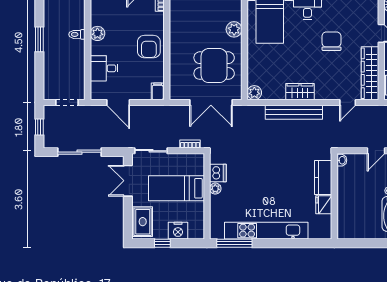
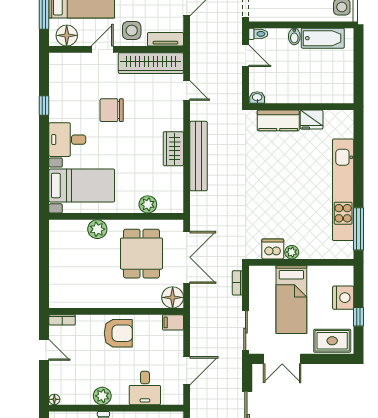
floor lamp: (178, 91) -> (173, 297), added
plant: (254, 93) -> (148, 204), moved

